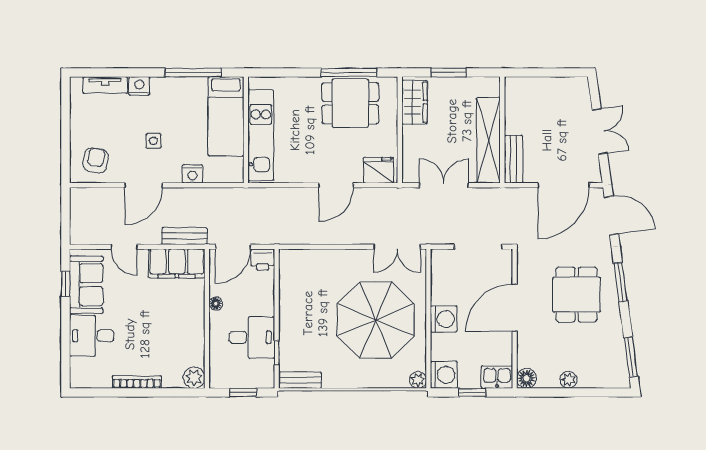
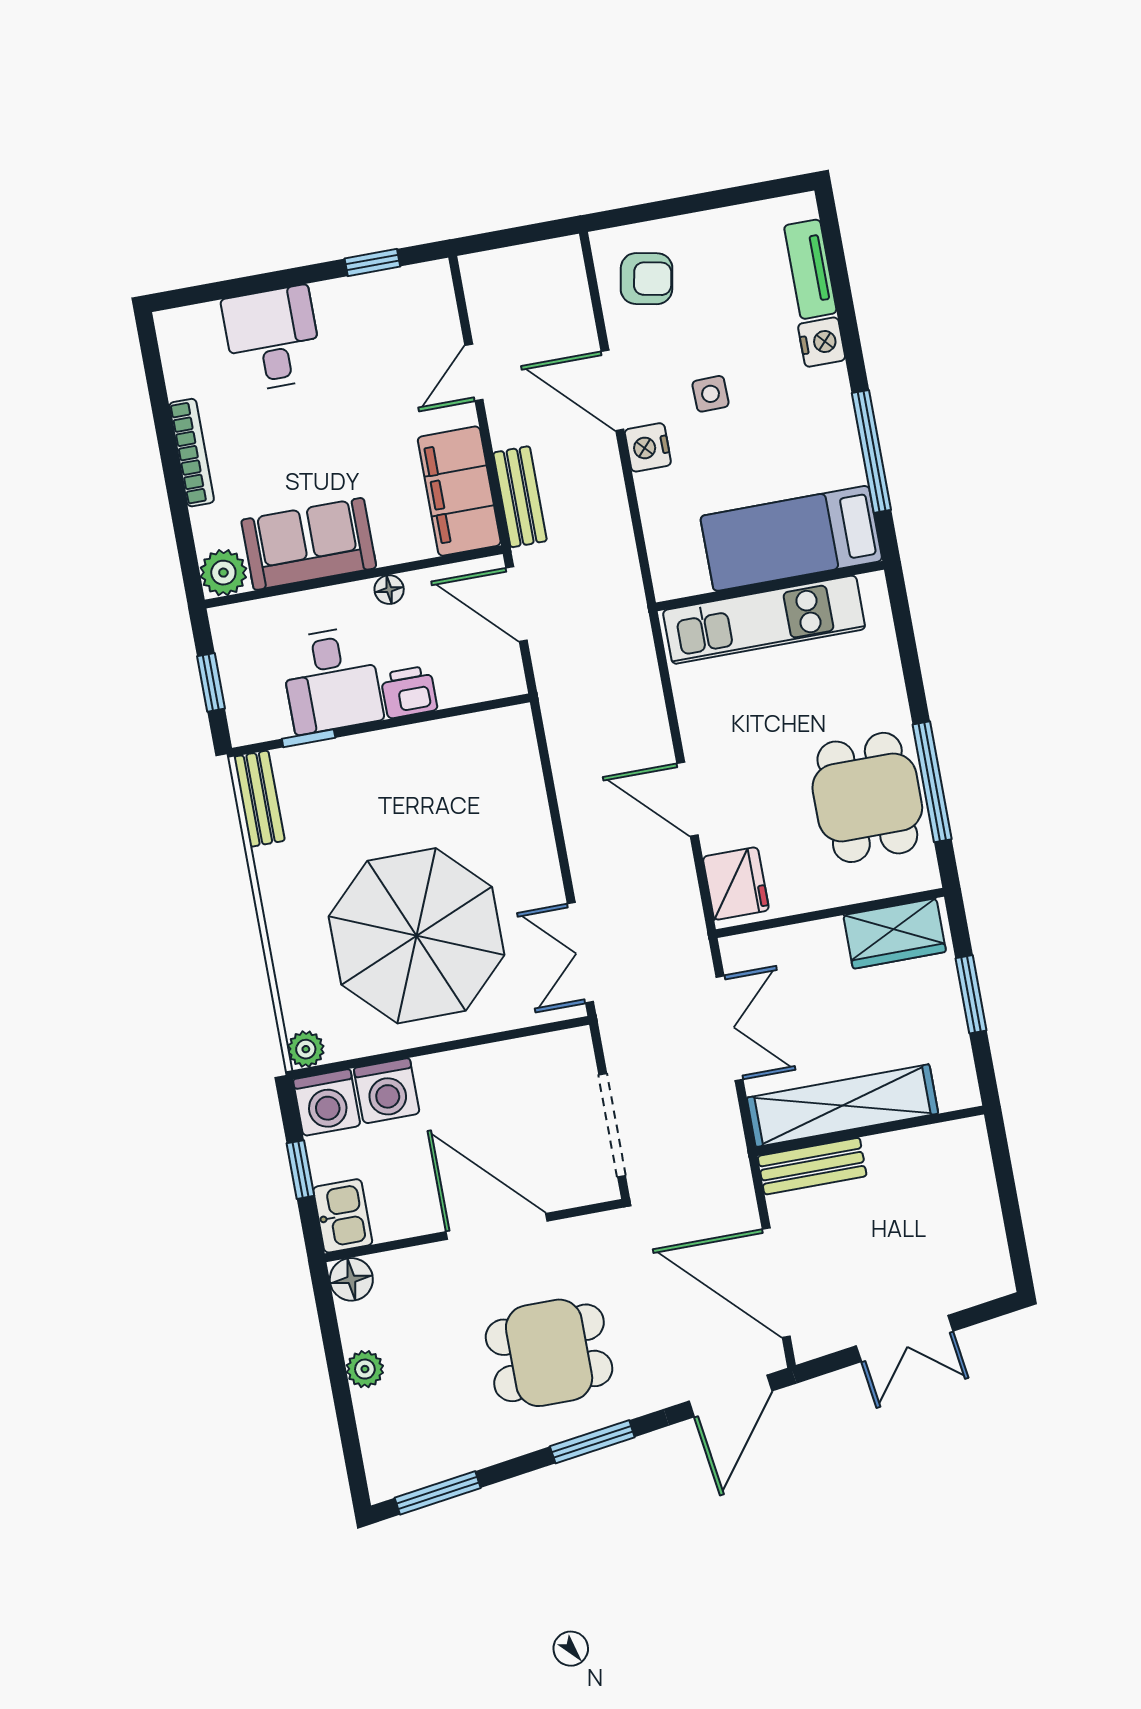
nightstand: (192, 174) -> (648, 447), moved
printer: (262, 259) -> (409, 692), moved, turned 90
sofa: (86, 285) -> (309, 544), moved, turned 180
washing machine: (444, 319) -> (387, 1091), moved

